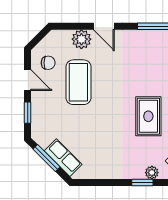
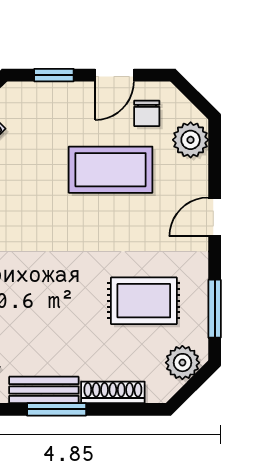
plant: (81, 39) -> (191, 140), moved
rug: (148, 116) -> (144, 301), moved

